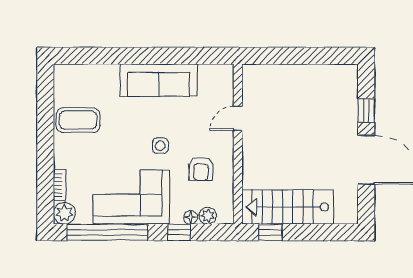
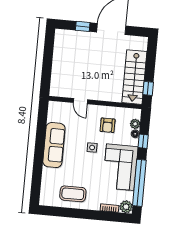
coffee table: (78, 120) -> (73, 194), turned 90
armchair: (201, 169) -> (108, 125), turned 90

